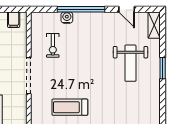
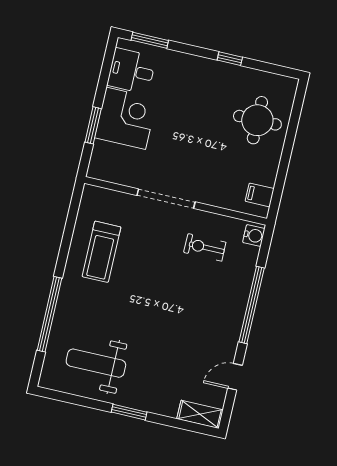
water cooler: (67, 18) -> (254, 235), moved
weight bench: (130, 63) -> (96, 363), moved
treadmill: (70, 107) -> (101, 252), turned 180

